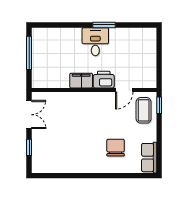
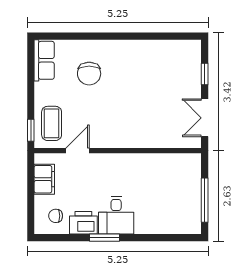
chair: (141, 41) -> (56, 216), added
printer: (104, 80) -> (83, 223), moved, turned 180
filing cabinet: (81, 81) -> (44, 179), moved, turned -90

